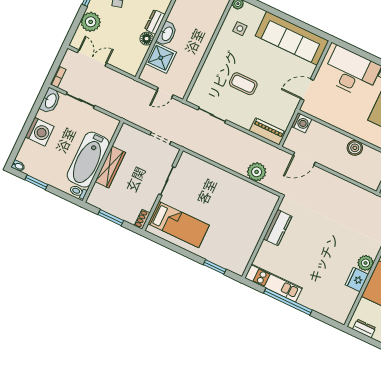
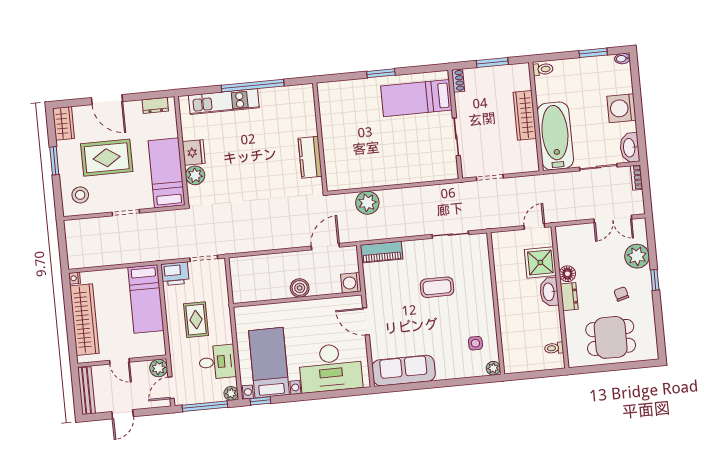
sofa: (292, 38) -> (404, 371), width x0.74, depth x0.79
door: (307, 89) -> (366, 321), swing flipped
door: (165, 93) -> (534, 226), moved
boiler: (355, 148) -> (300, 288), moved
bathtub: (88, 160) -> (555, 136), moved
window: (215, 267) -> (381, 73), moved
kitchen unit: (273, 283) -> (224, 101), moved

